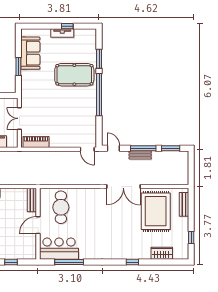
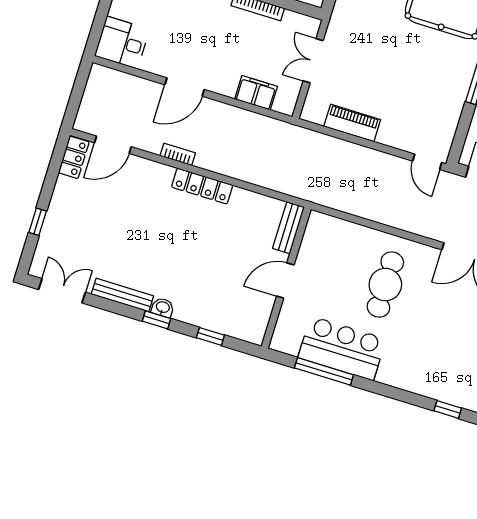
piano: (36, 142) -> (352, 123), moved
cafe table: (61, 207) -> (385, 285), moved
bar counter: (59, 249) -> (342, 348), moved

